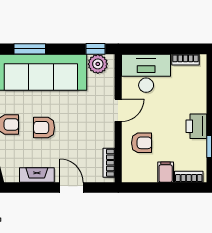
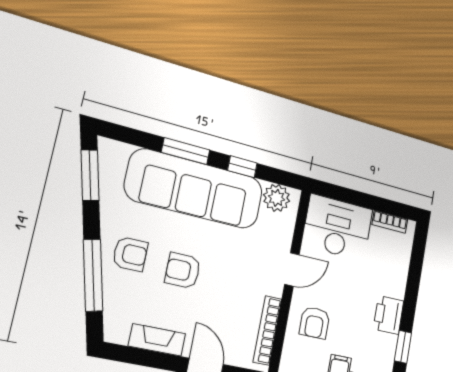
window: (95, 49) -> (242, 167), moved
armchair: (142, 143) -> (315, 323), turned 90
bookcase: (109, 163) -> (267, 330), width x1.56

